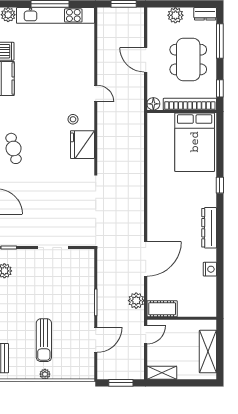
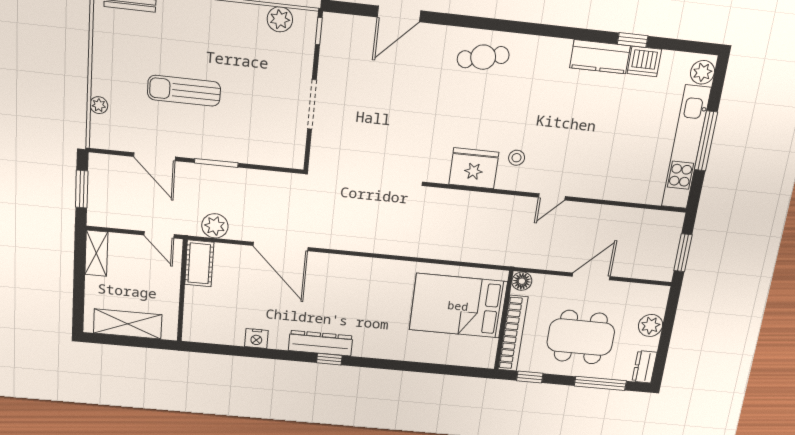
bed: (195, 142) -> (458, 306), moved
window: (220, 185) -> (329, 359), moved
sun lounger: (44, 340) -> (184, 91), moved
plant: (45, 374) -> (99, 105), moved

